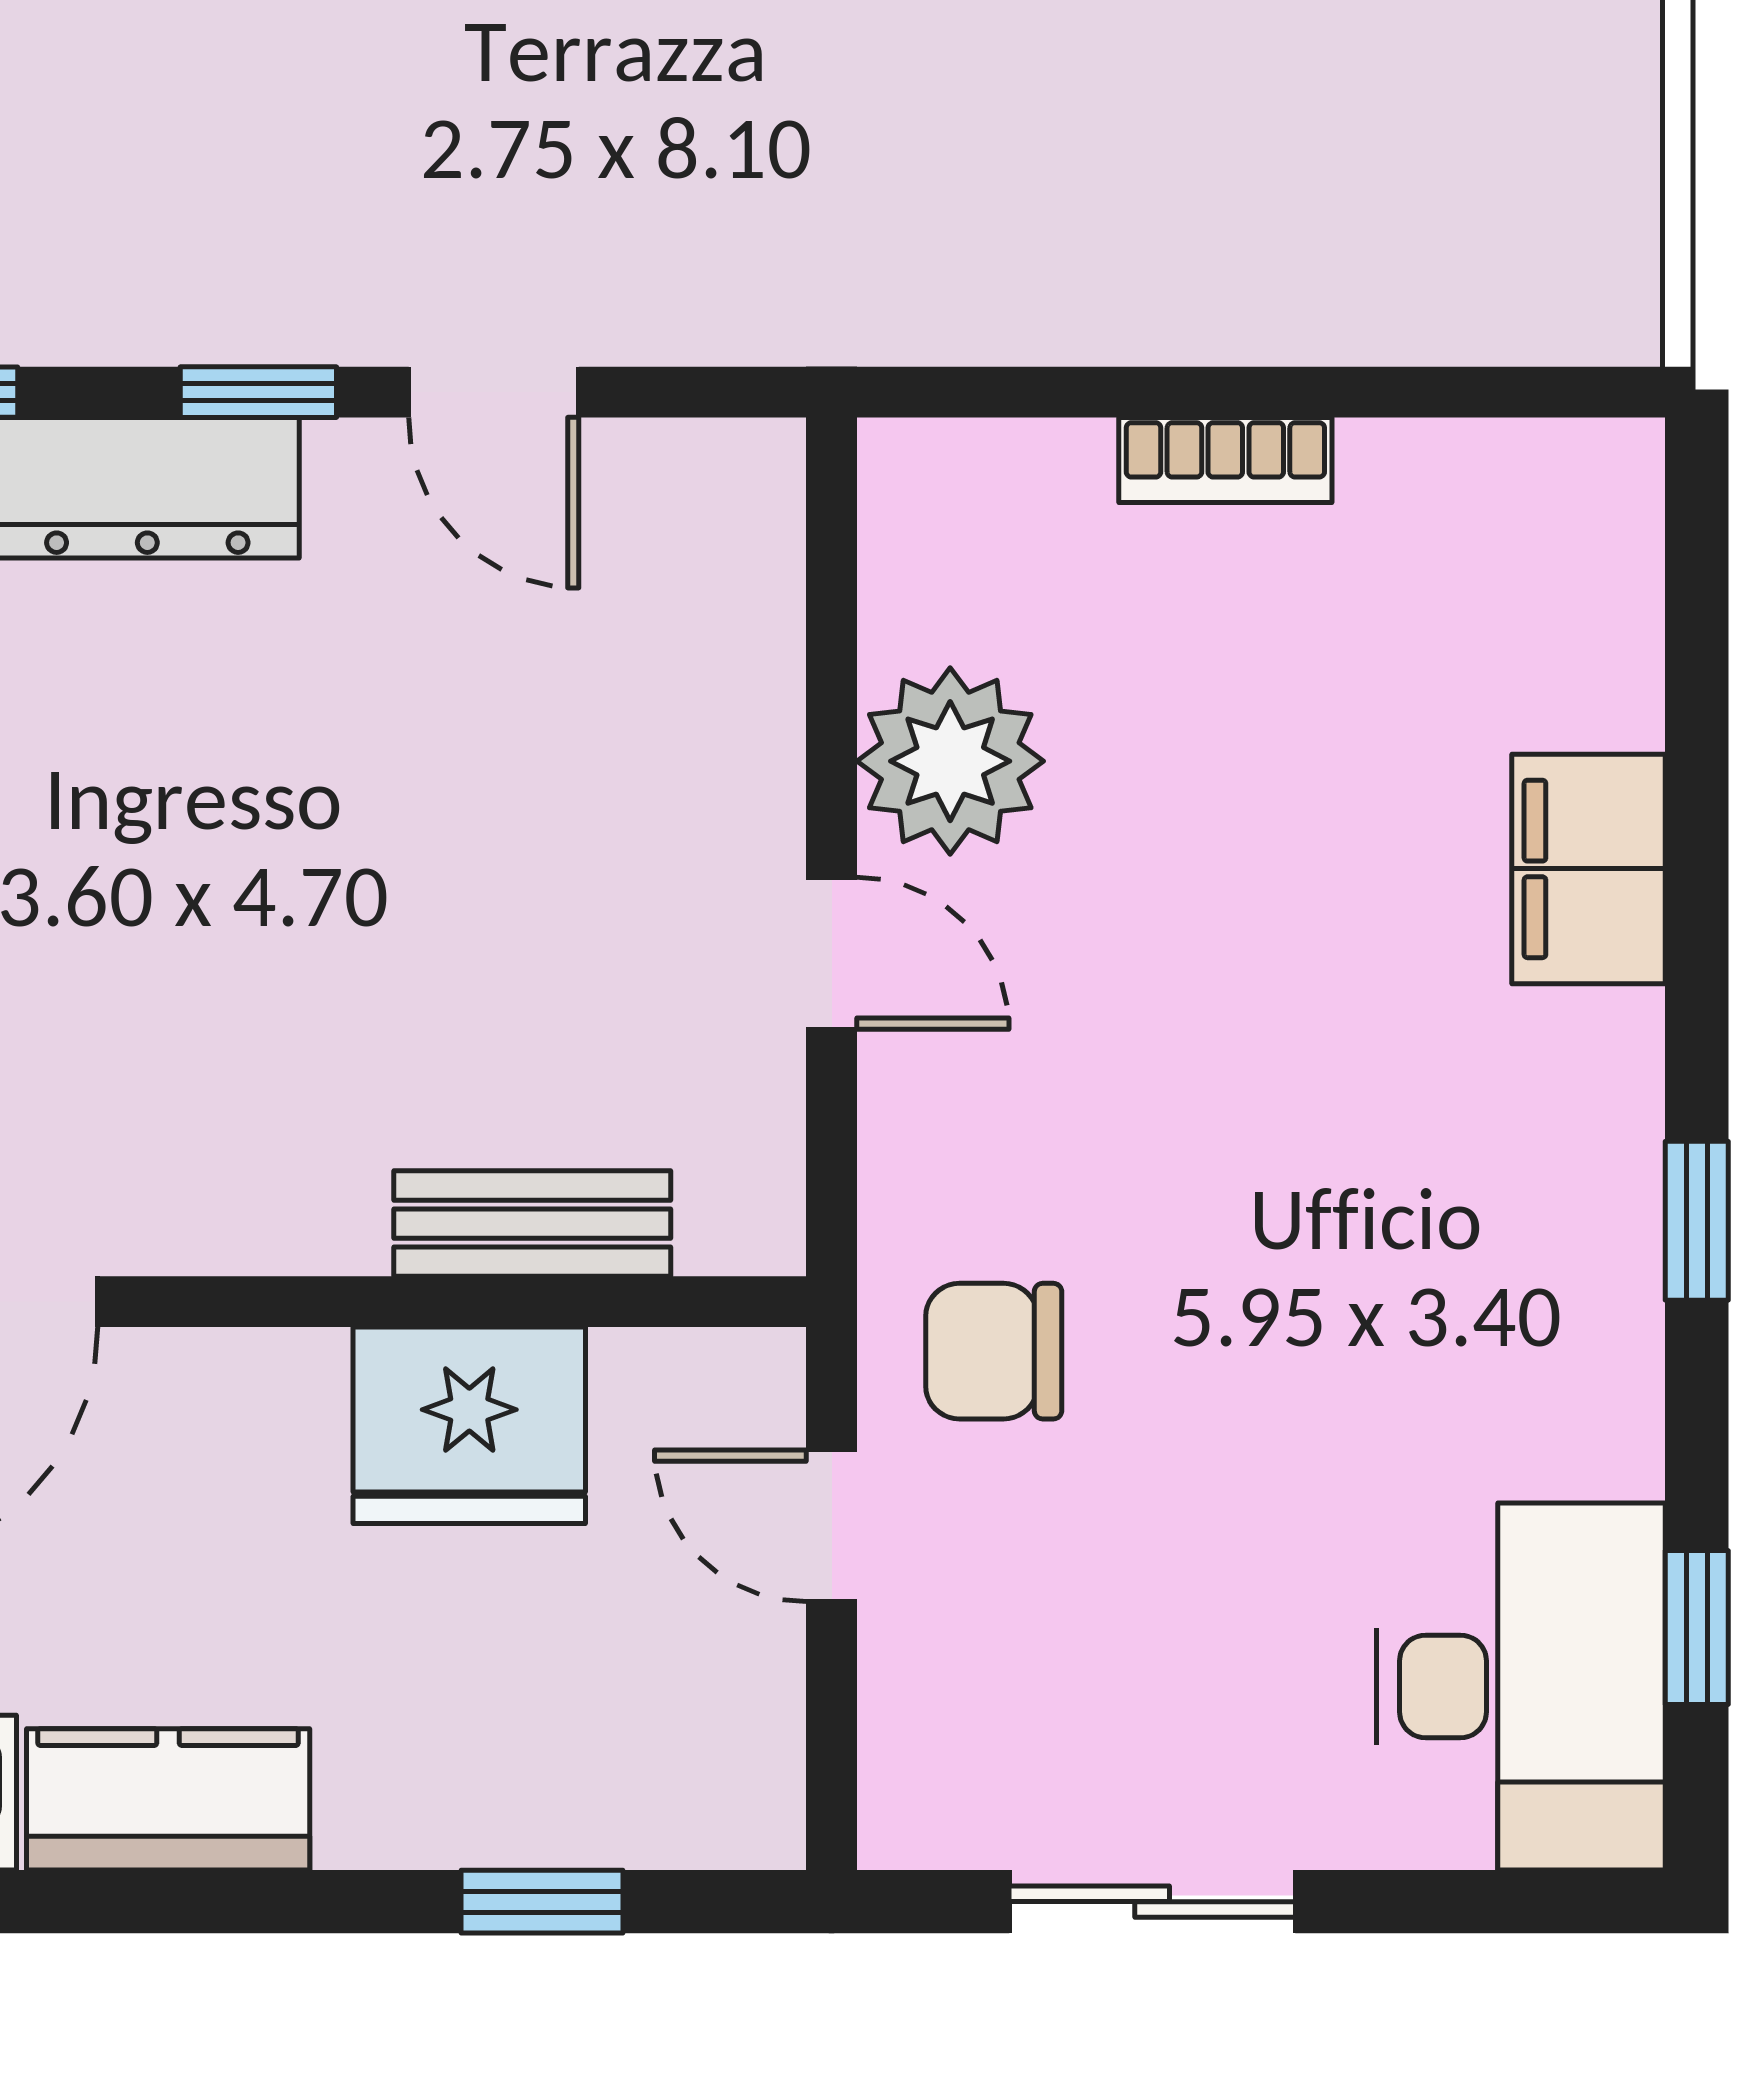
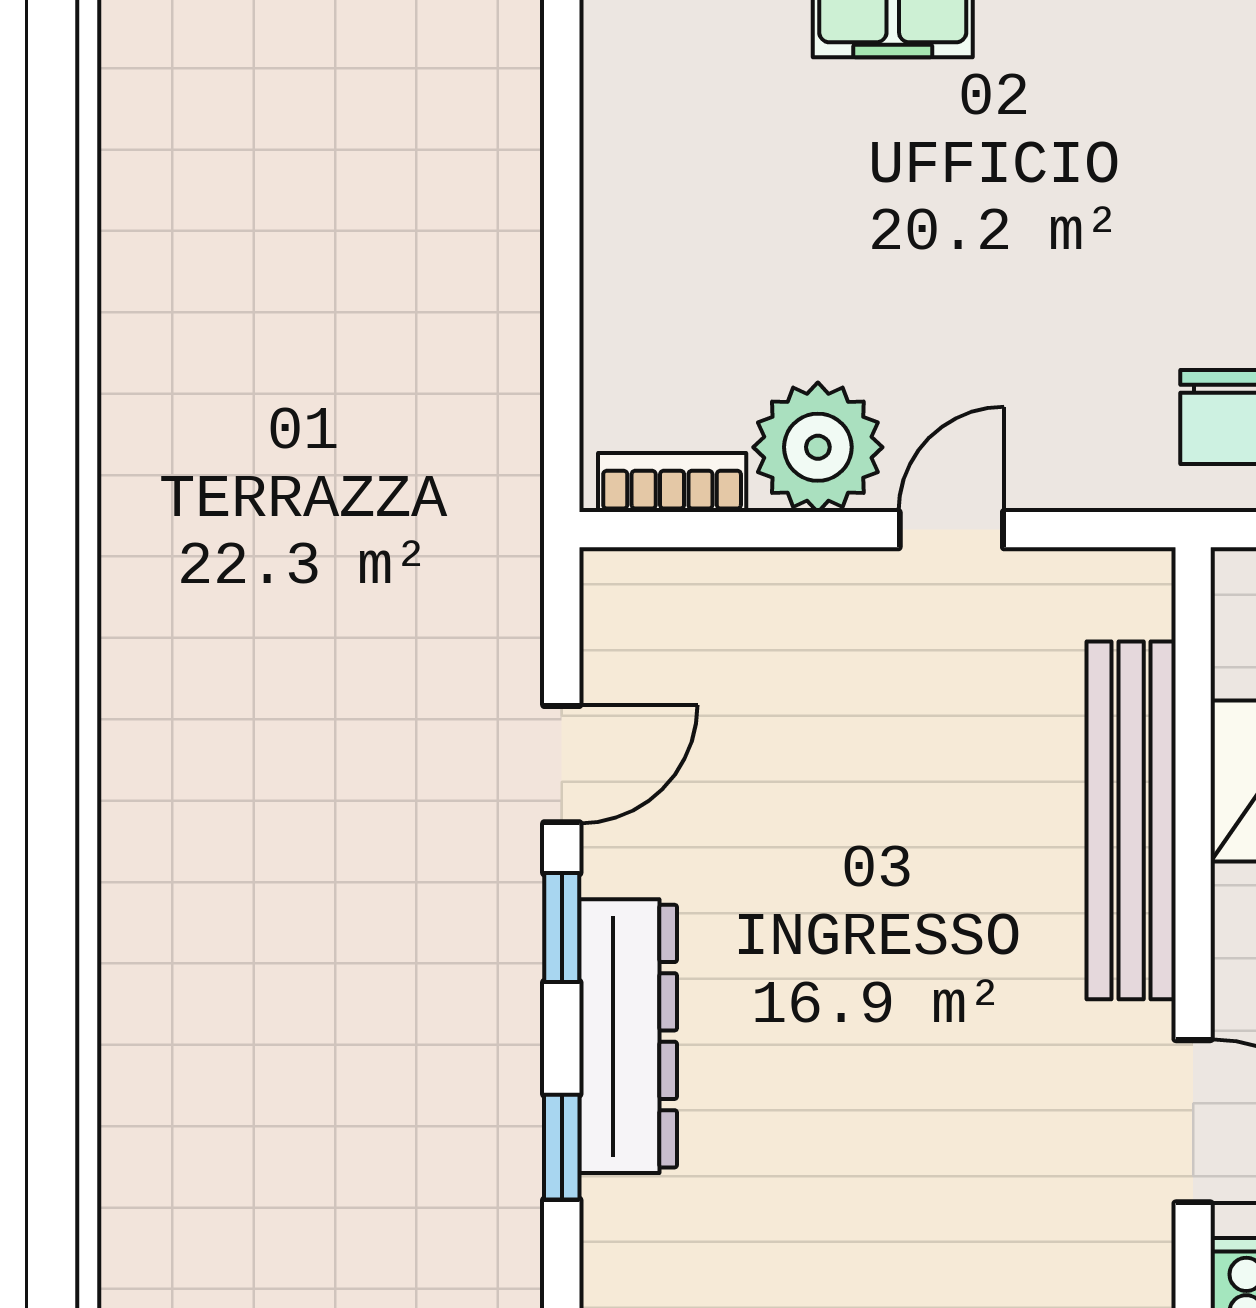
bookcase: (1225, 460) -> (672, 483), moved, turned -90
bench: (532, 1224) -> (1131, 820), width x1.86, depth x1.21

